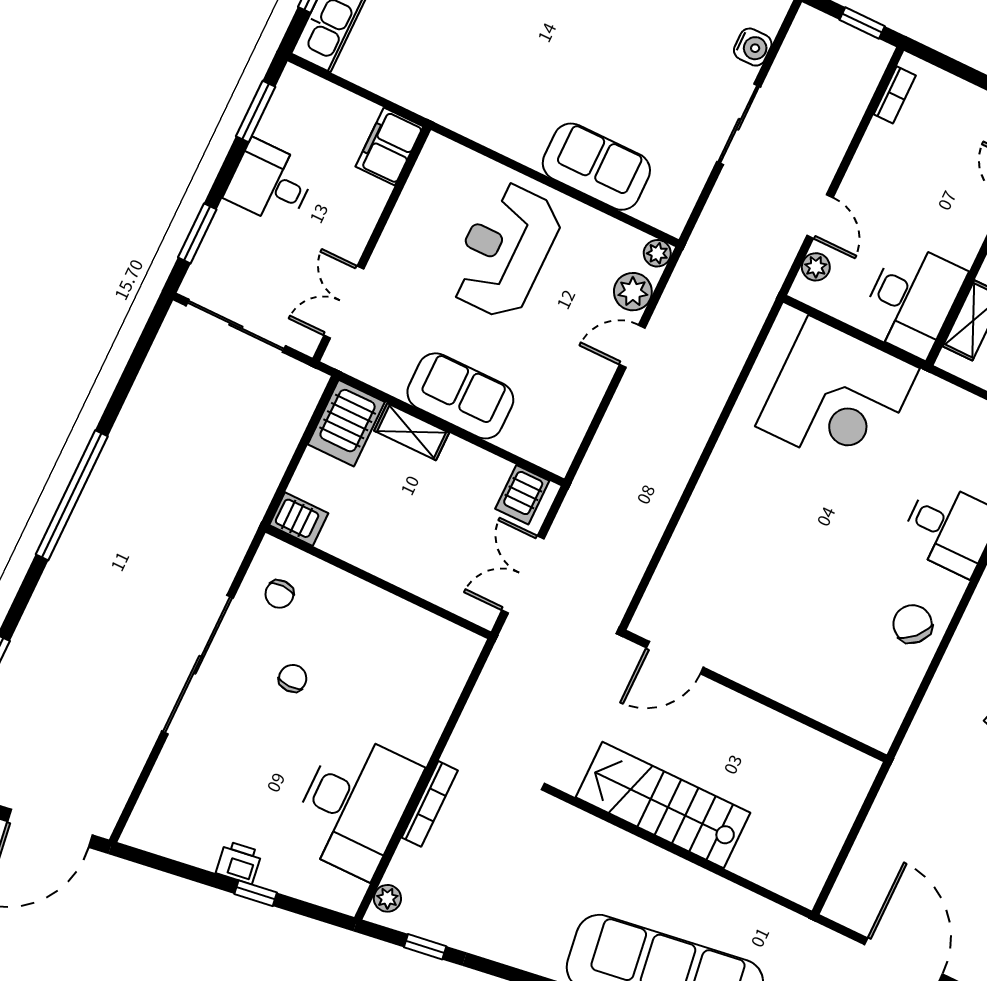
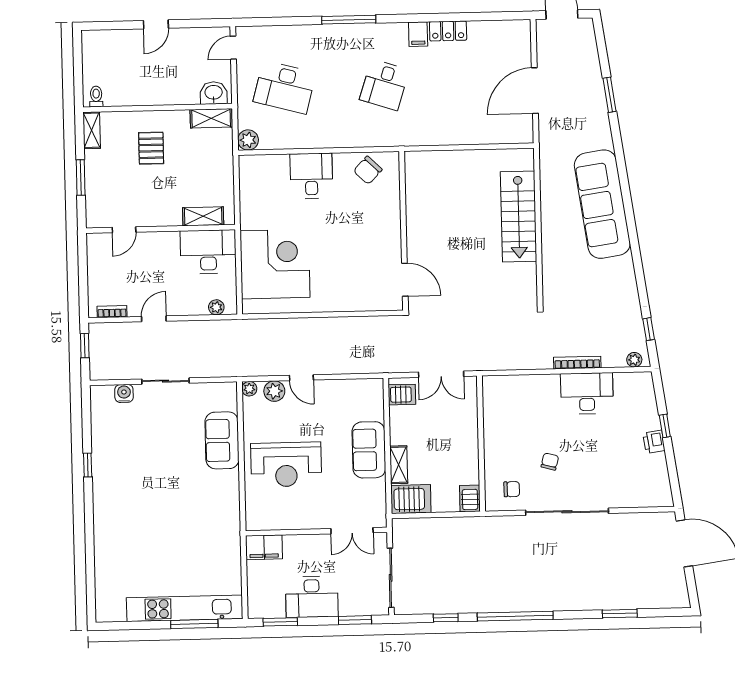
desk: (270, 183) -> (312, 597), width x1.37
door: (820, 216) -> (154, 319), moved
window: (126, 382) -> (446, 618), added
door: (675, 658) -> (405, 280), moved
chair: (293, 678) -> (550, 462), turned 105
wall: (755, 696) -> (404, 231), moved
desk: (355, 805) -> (587, 393), width x0.73, depth x0.77
stairs: (663, 805) -> (519, 217), moved

